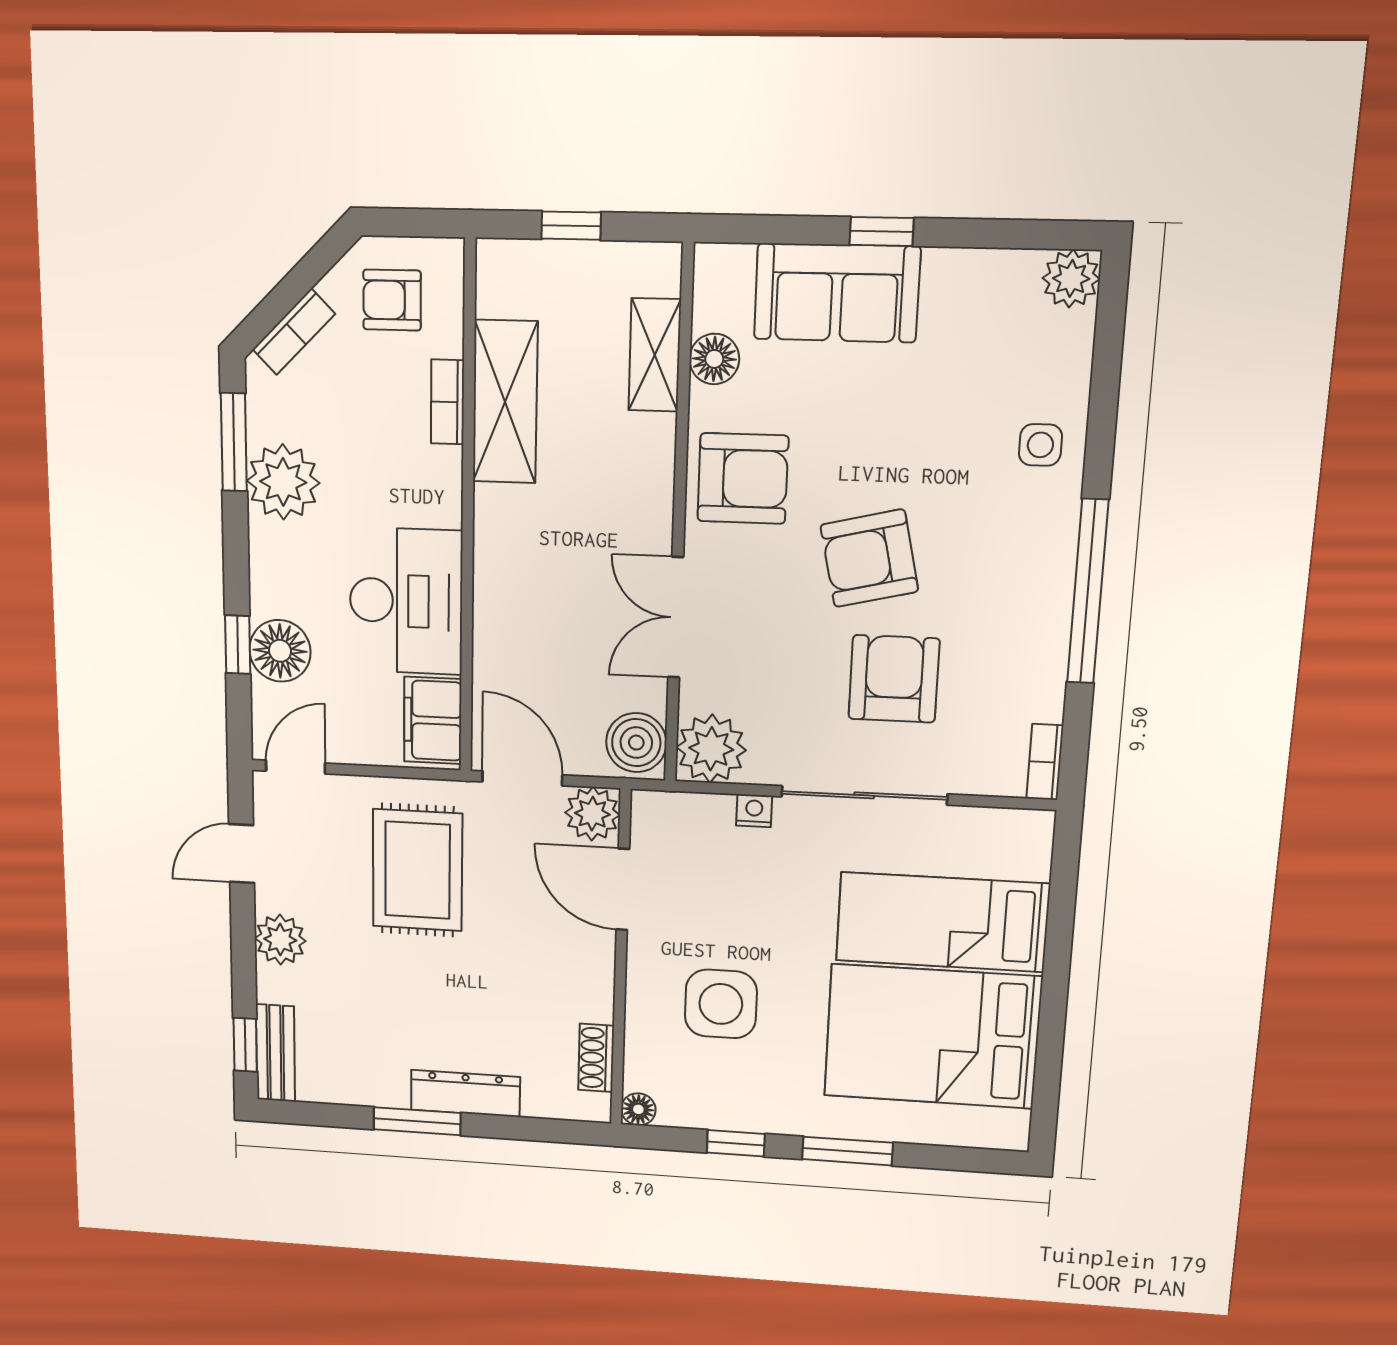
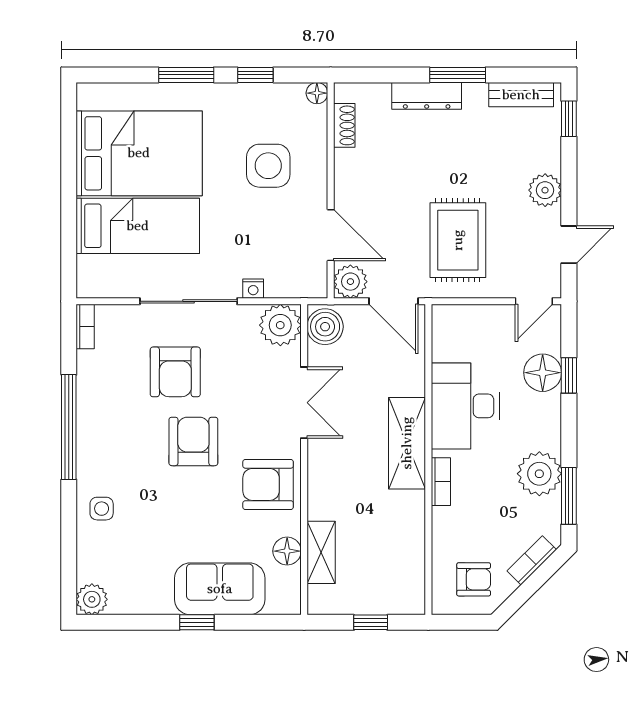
bookcase: (447, 402) -> (441, 482), moved
shelving: (505, 402) -> (407, 443), moved
armchair: (869, 558) -> (193, 441), turned -77
filing cabinet: (433, 720) -> (449, 334), removed
bench: (275, 1053) -> (521, 95), moved, turned 90

